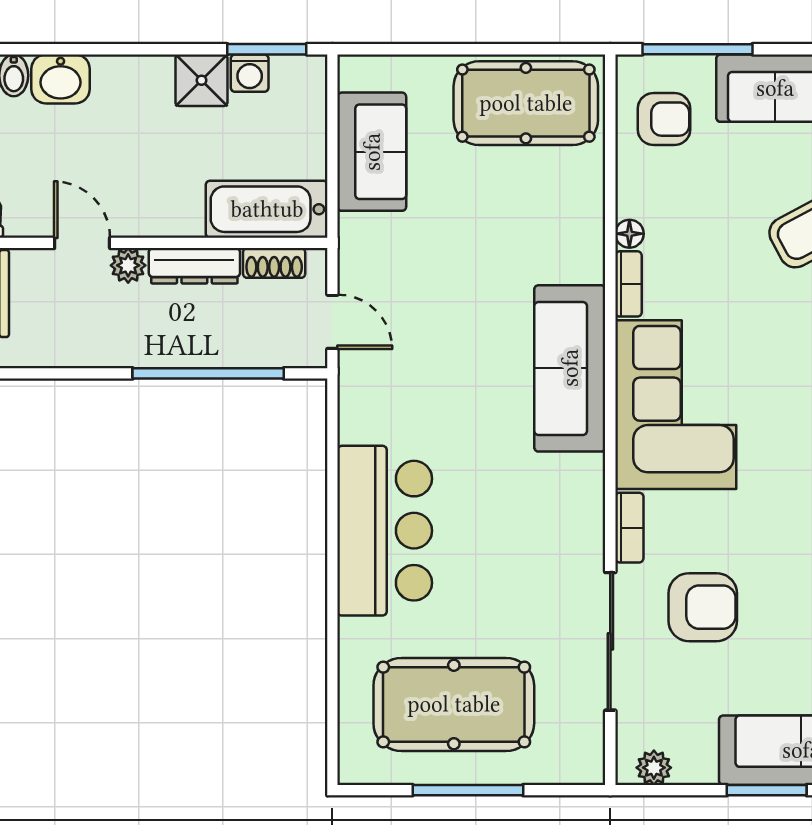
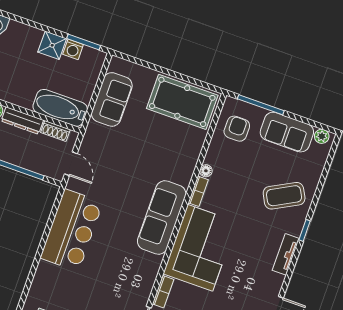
armchair: (664, 119) -> (237, 129), turned -90
bar counter: (385, 531) -> (72, 230), moved

